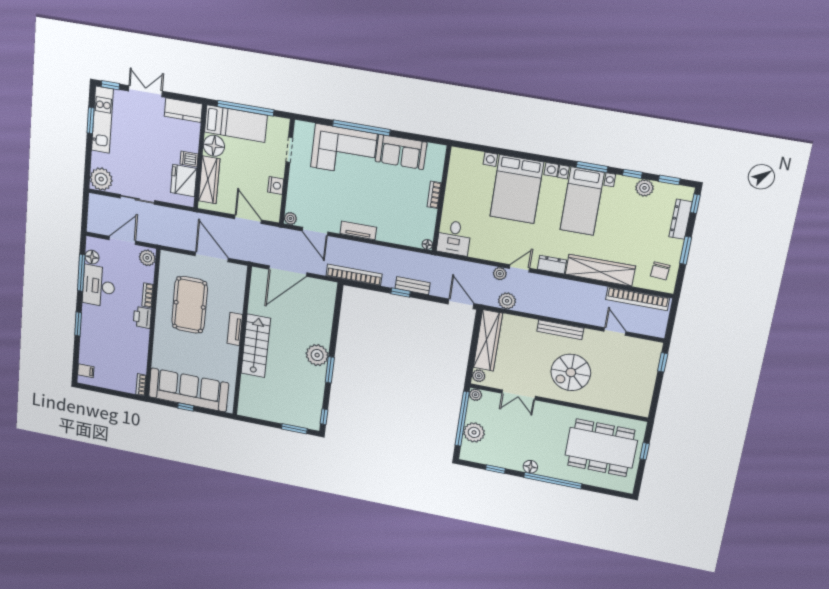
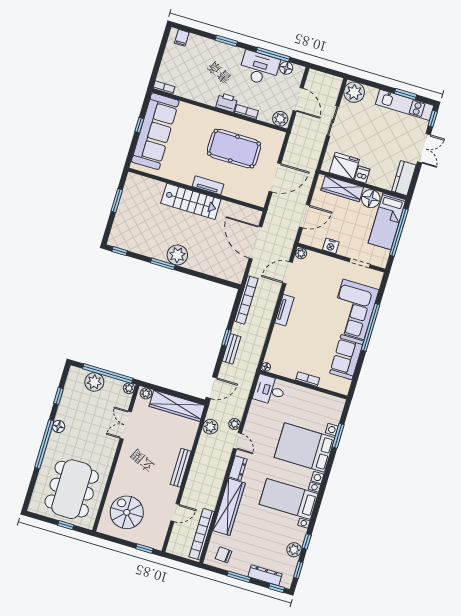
window: (592, 167) -> (338, 436), moved
spiral stairs: (571, 372) -> (127, 512), moved
window: (294, 429) -> (117, 201), moved

